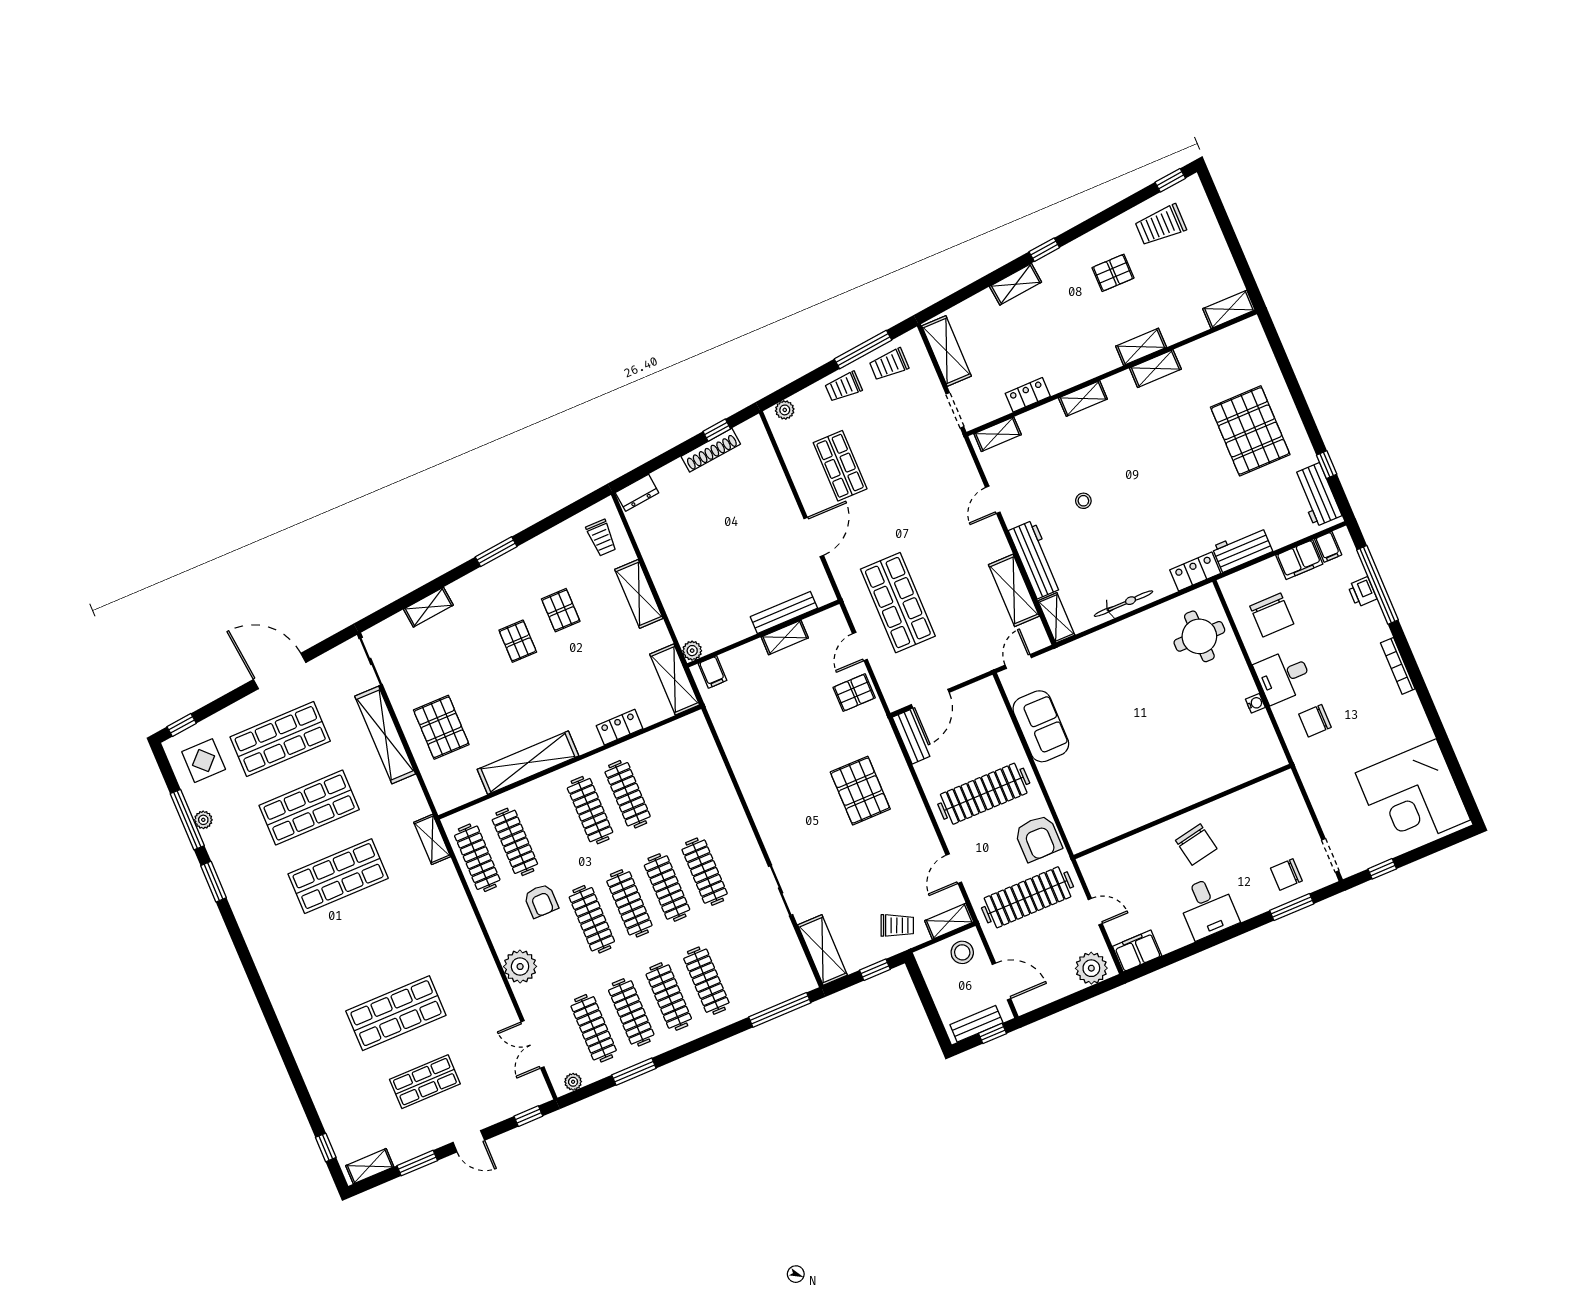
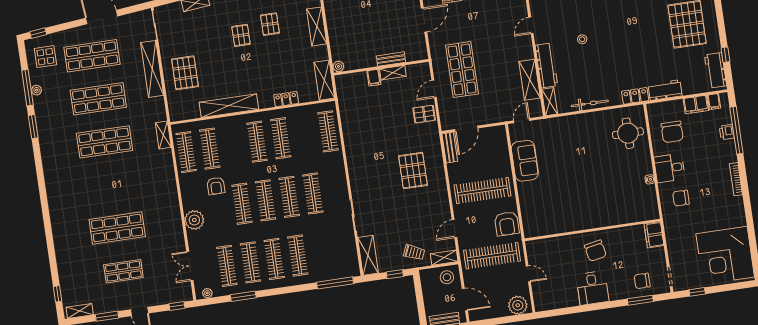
bench: (784, 612) -> (391, 59), width x0.73
filing cabinet: (712, 672) -> (374, 78), moved
clothes rail: (703, 762) -> (328, 131), added
filing cabinet: (1137, 951) -> (654, 235), moved, turned -90

